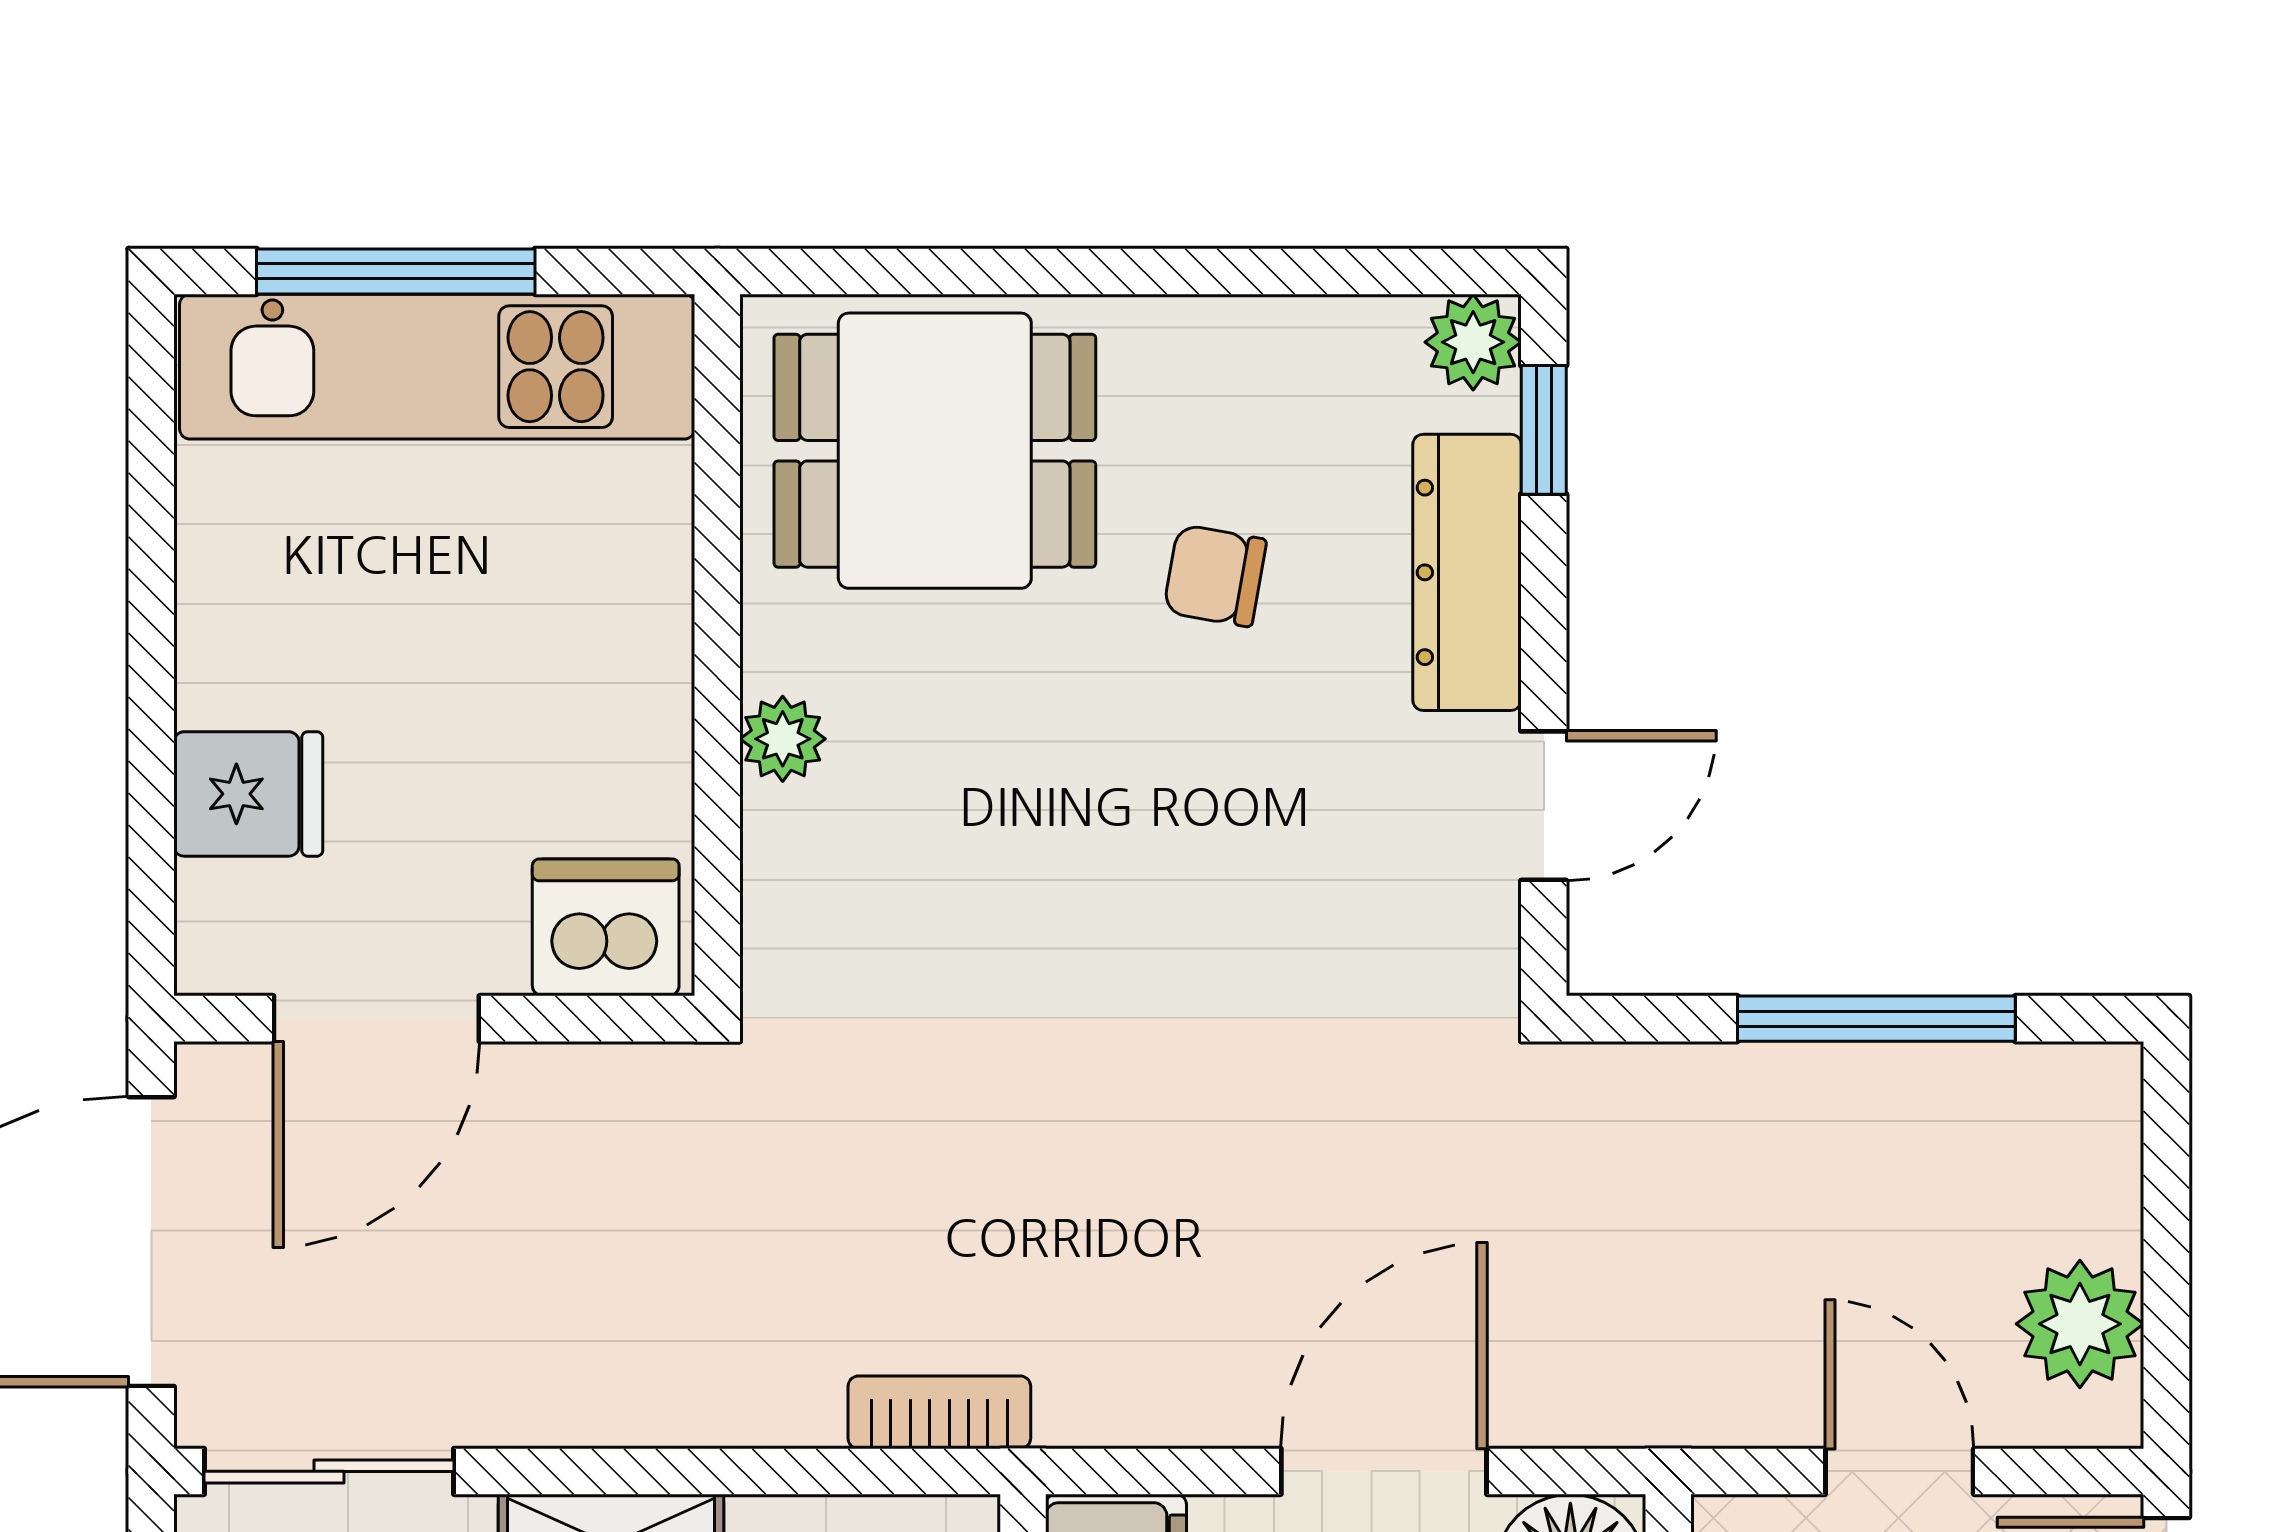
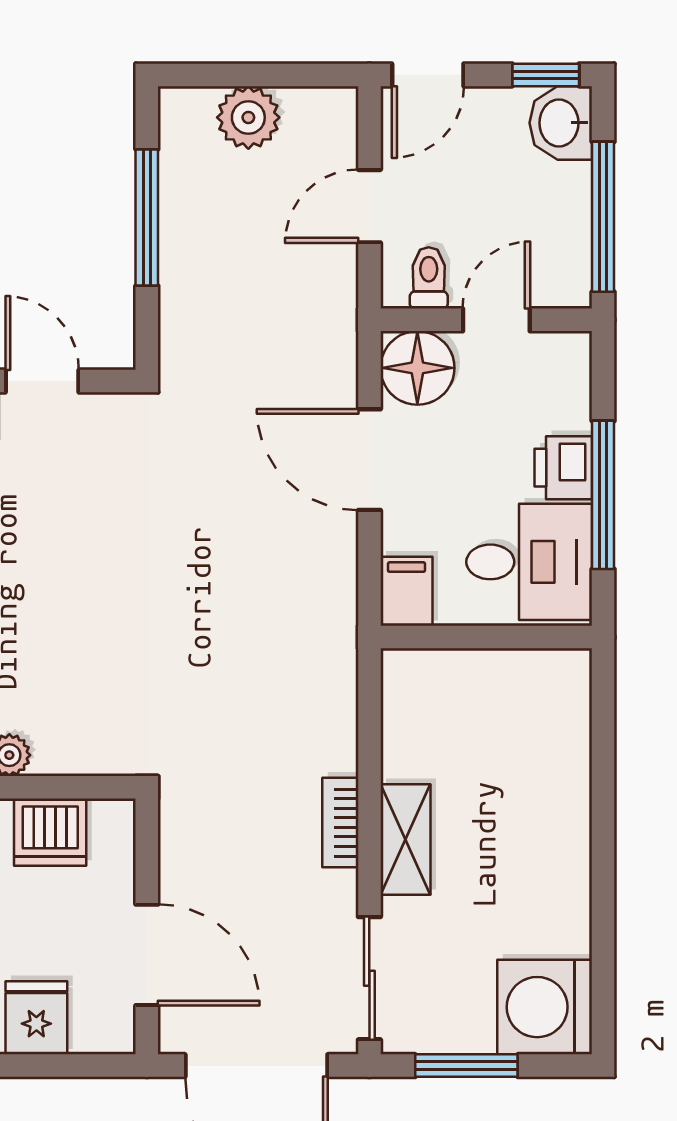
dishwasher: (606, 927) -> (50, 832), moved, turned -90
plant: (2080, 1324) -> (248, 117), moved
bookcase: (939, 1412) -> (340, 823), moved

